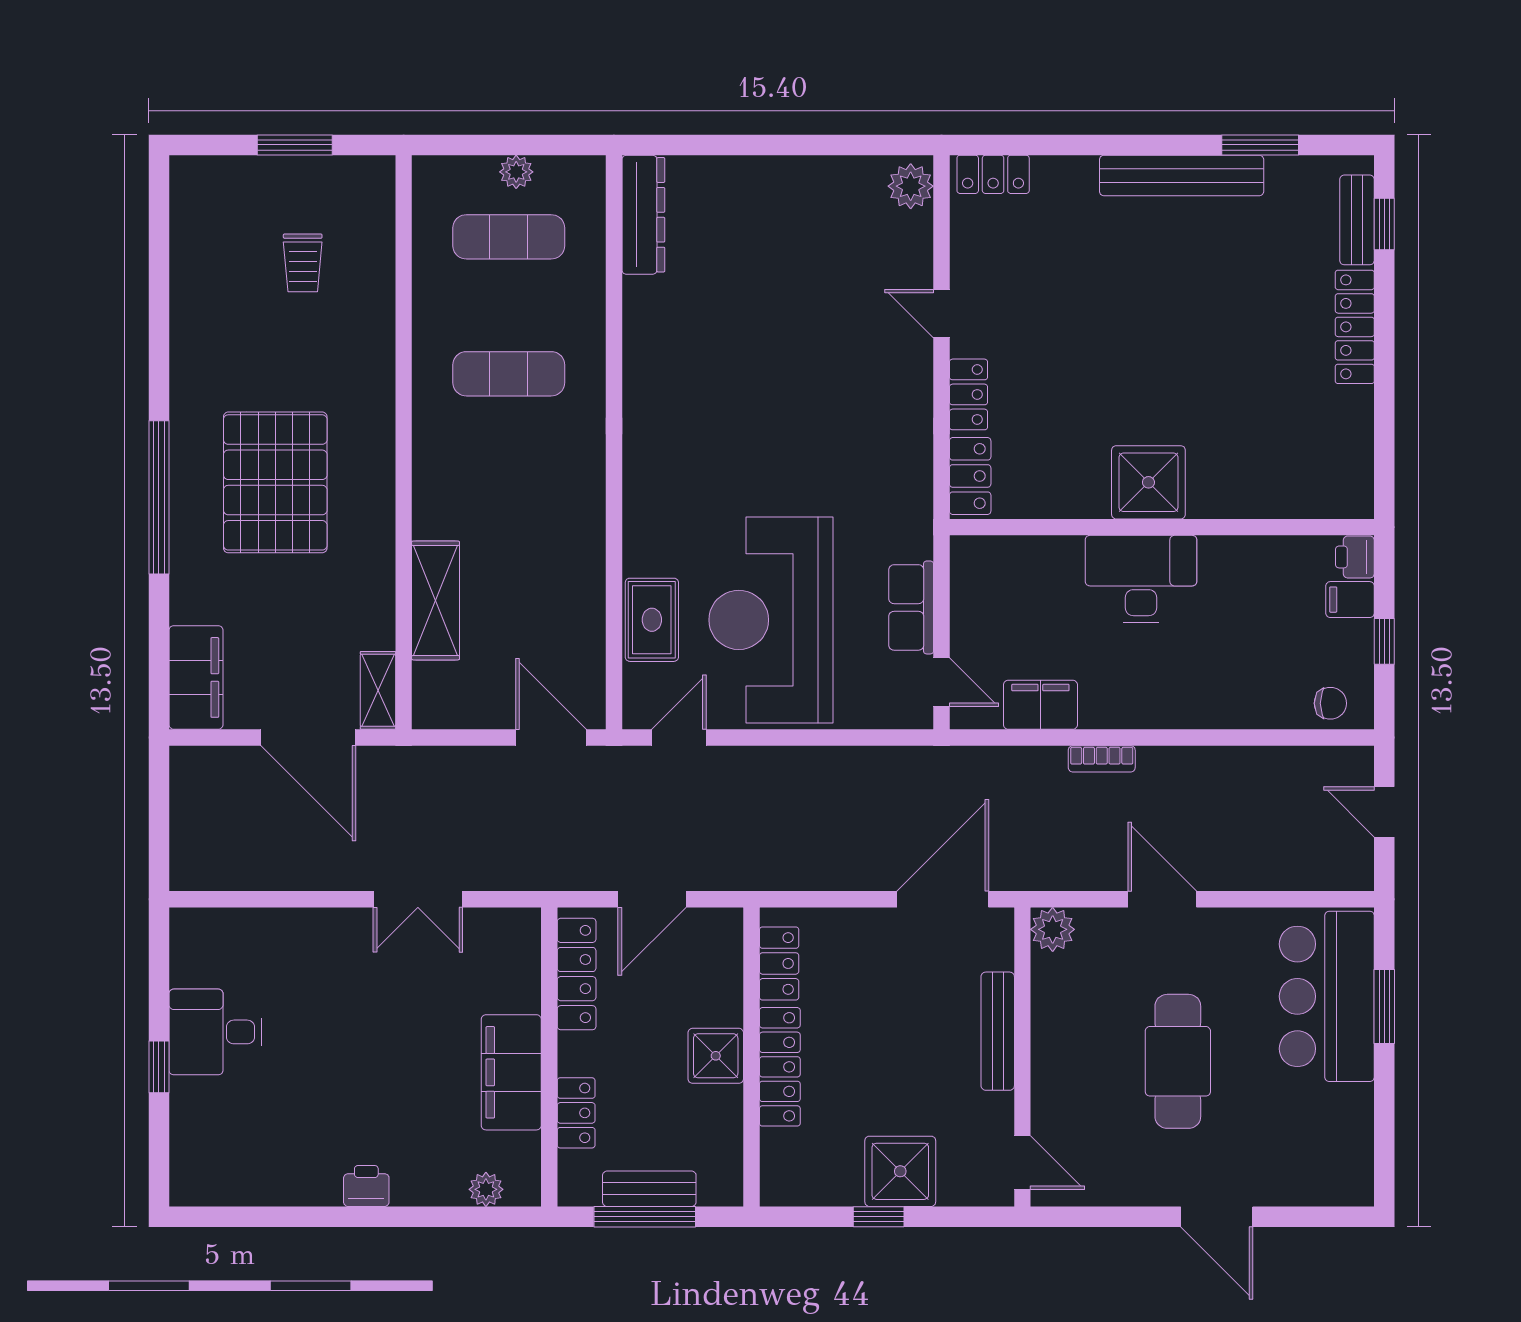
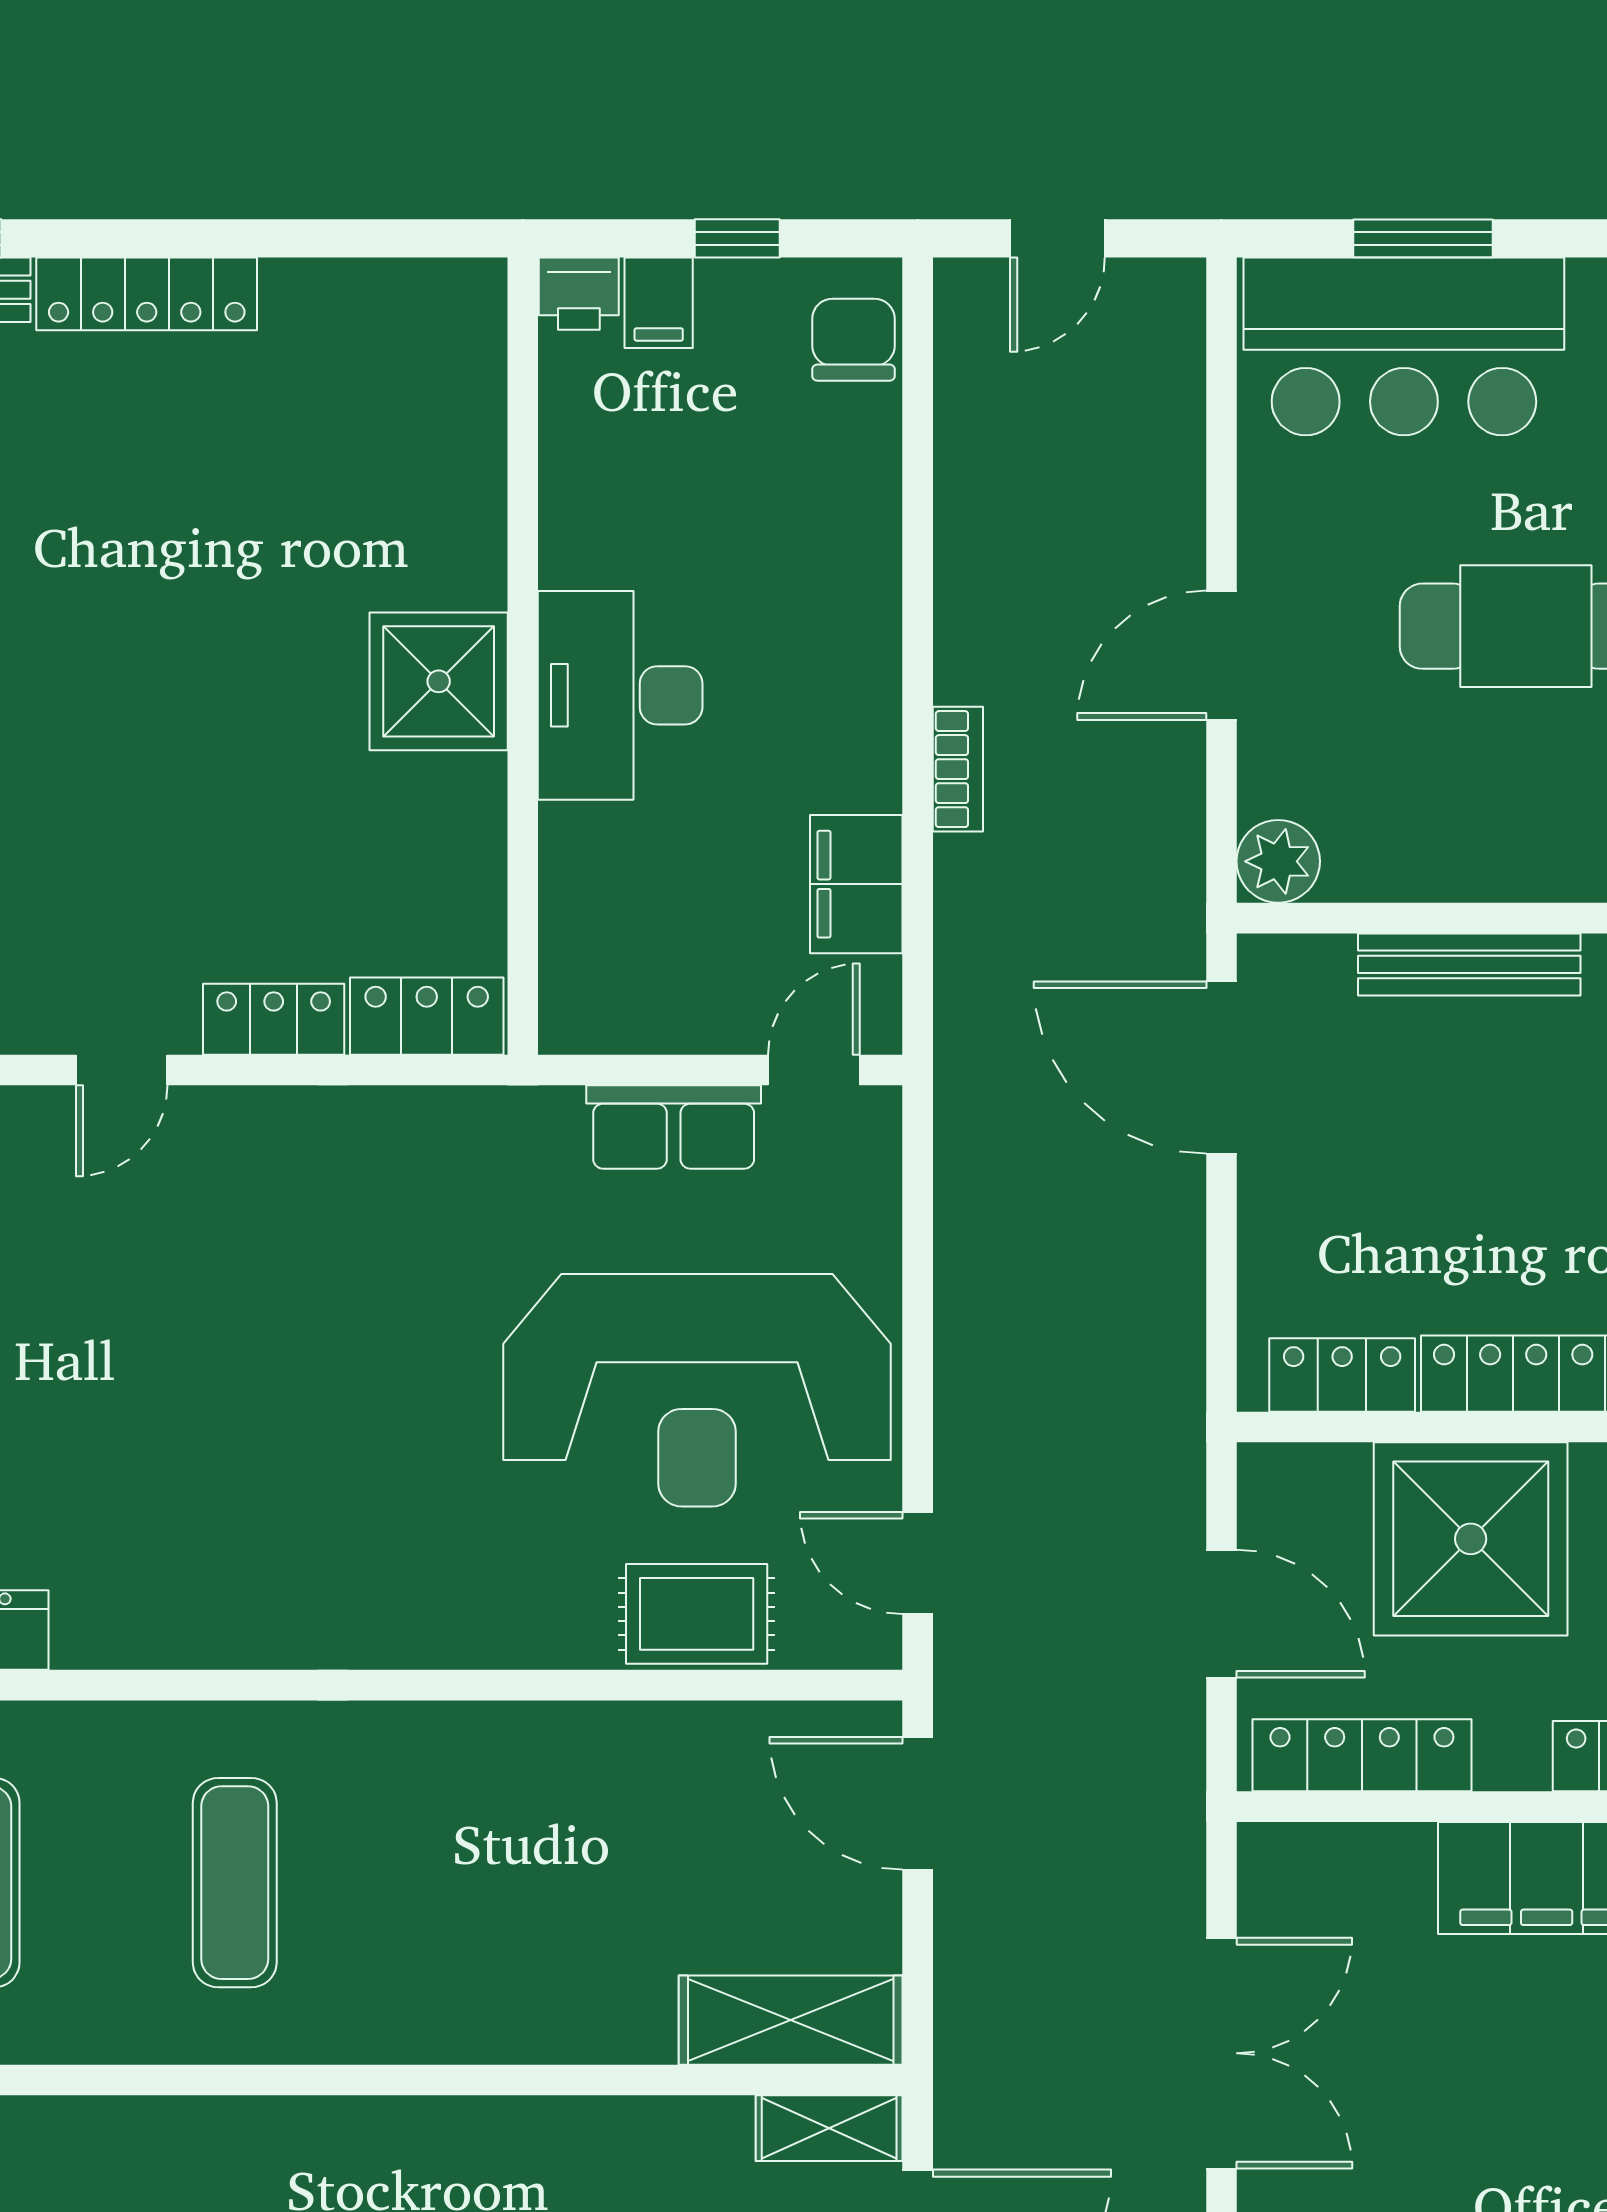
shelving: (436, 600) -> (791, 2020), moved
chair: (1330, 703) -> (853, 340), width x1.37, depth x1.37
door: (551, 737) -> (918, 1803), hinge flipped
double door: (418, 899) -> (1221, 2053), width x1.37
shower: (716, 1056) -> (1471, 1539), width x1.86, depth x1.86

